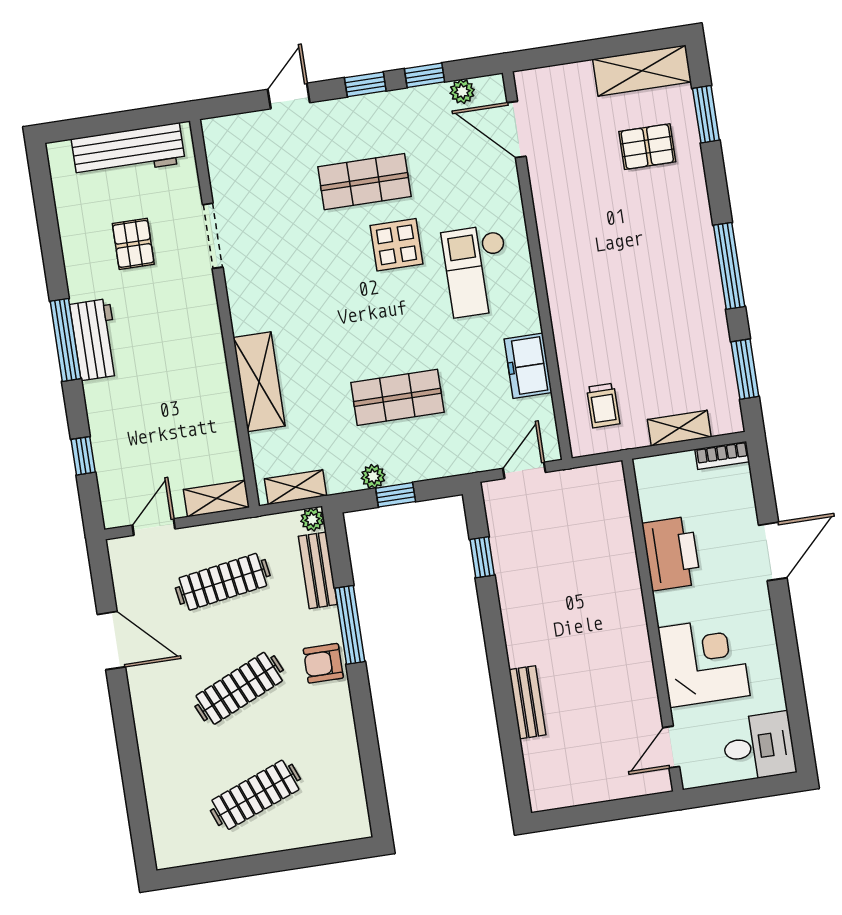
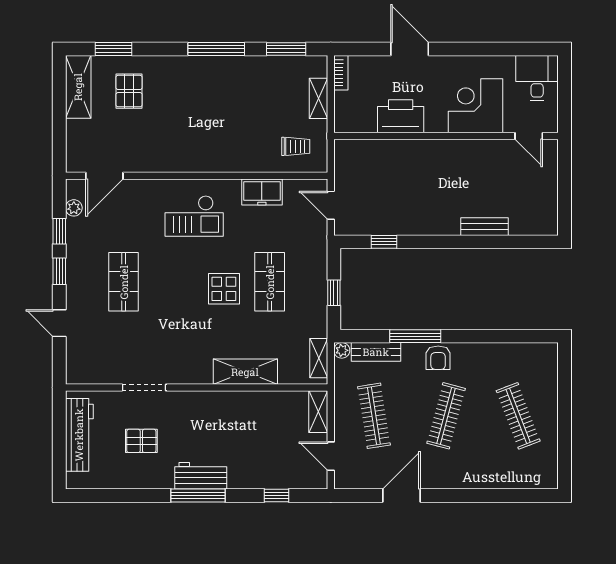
display table: (397, 245) -> (224, 289), moved
plant: (373, 476) -> (319, 306), removed
clothes rail: (239, 688) -> (446, 416), turned 39

